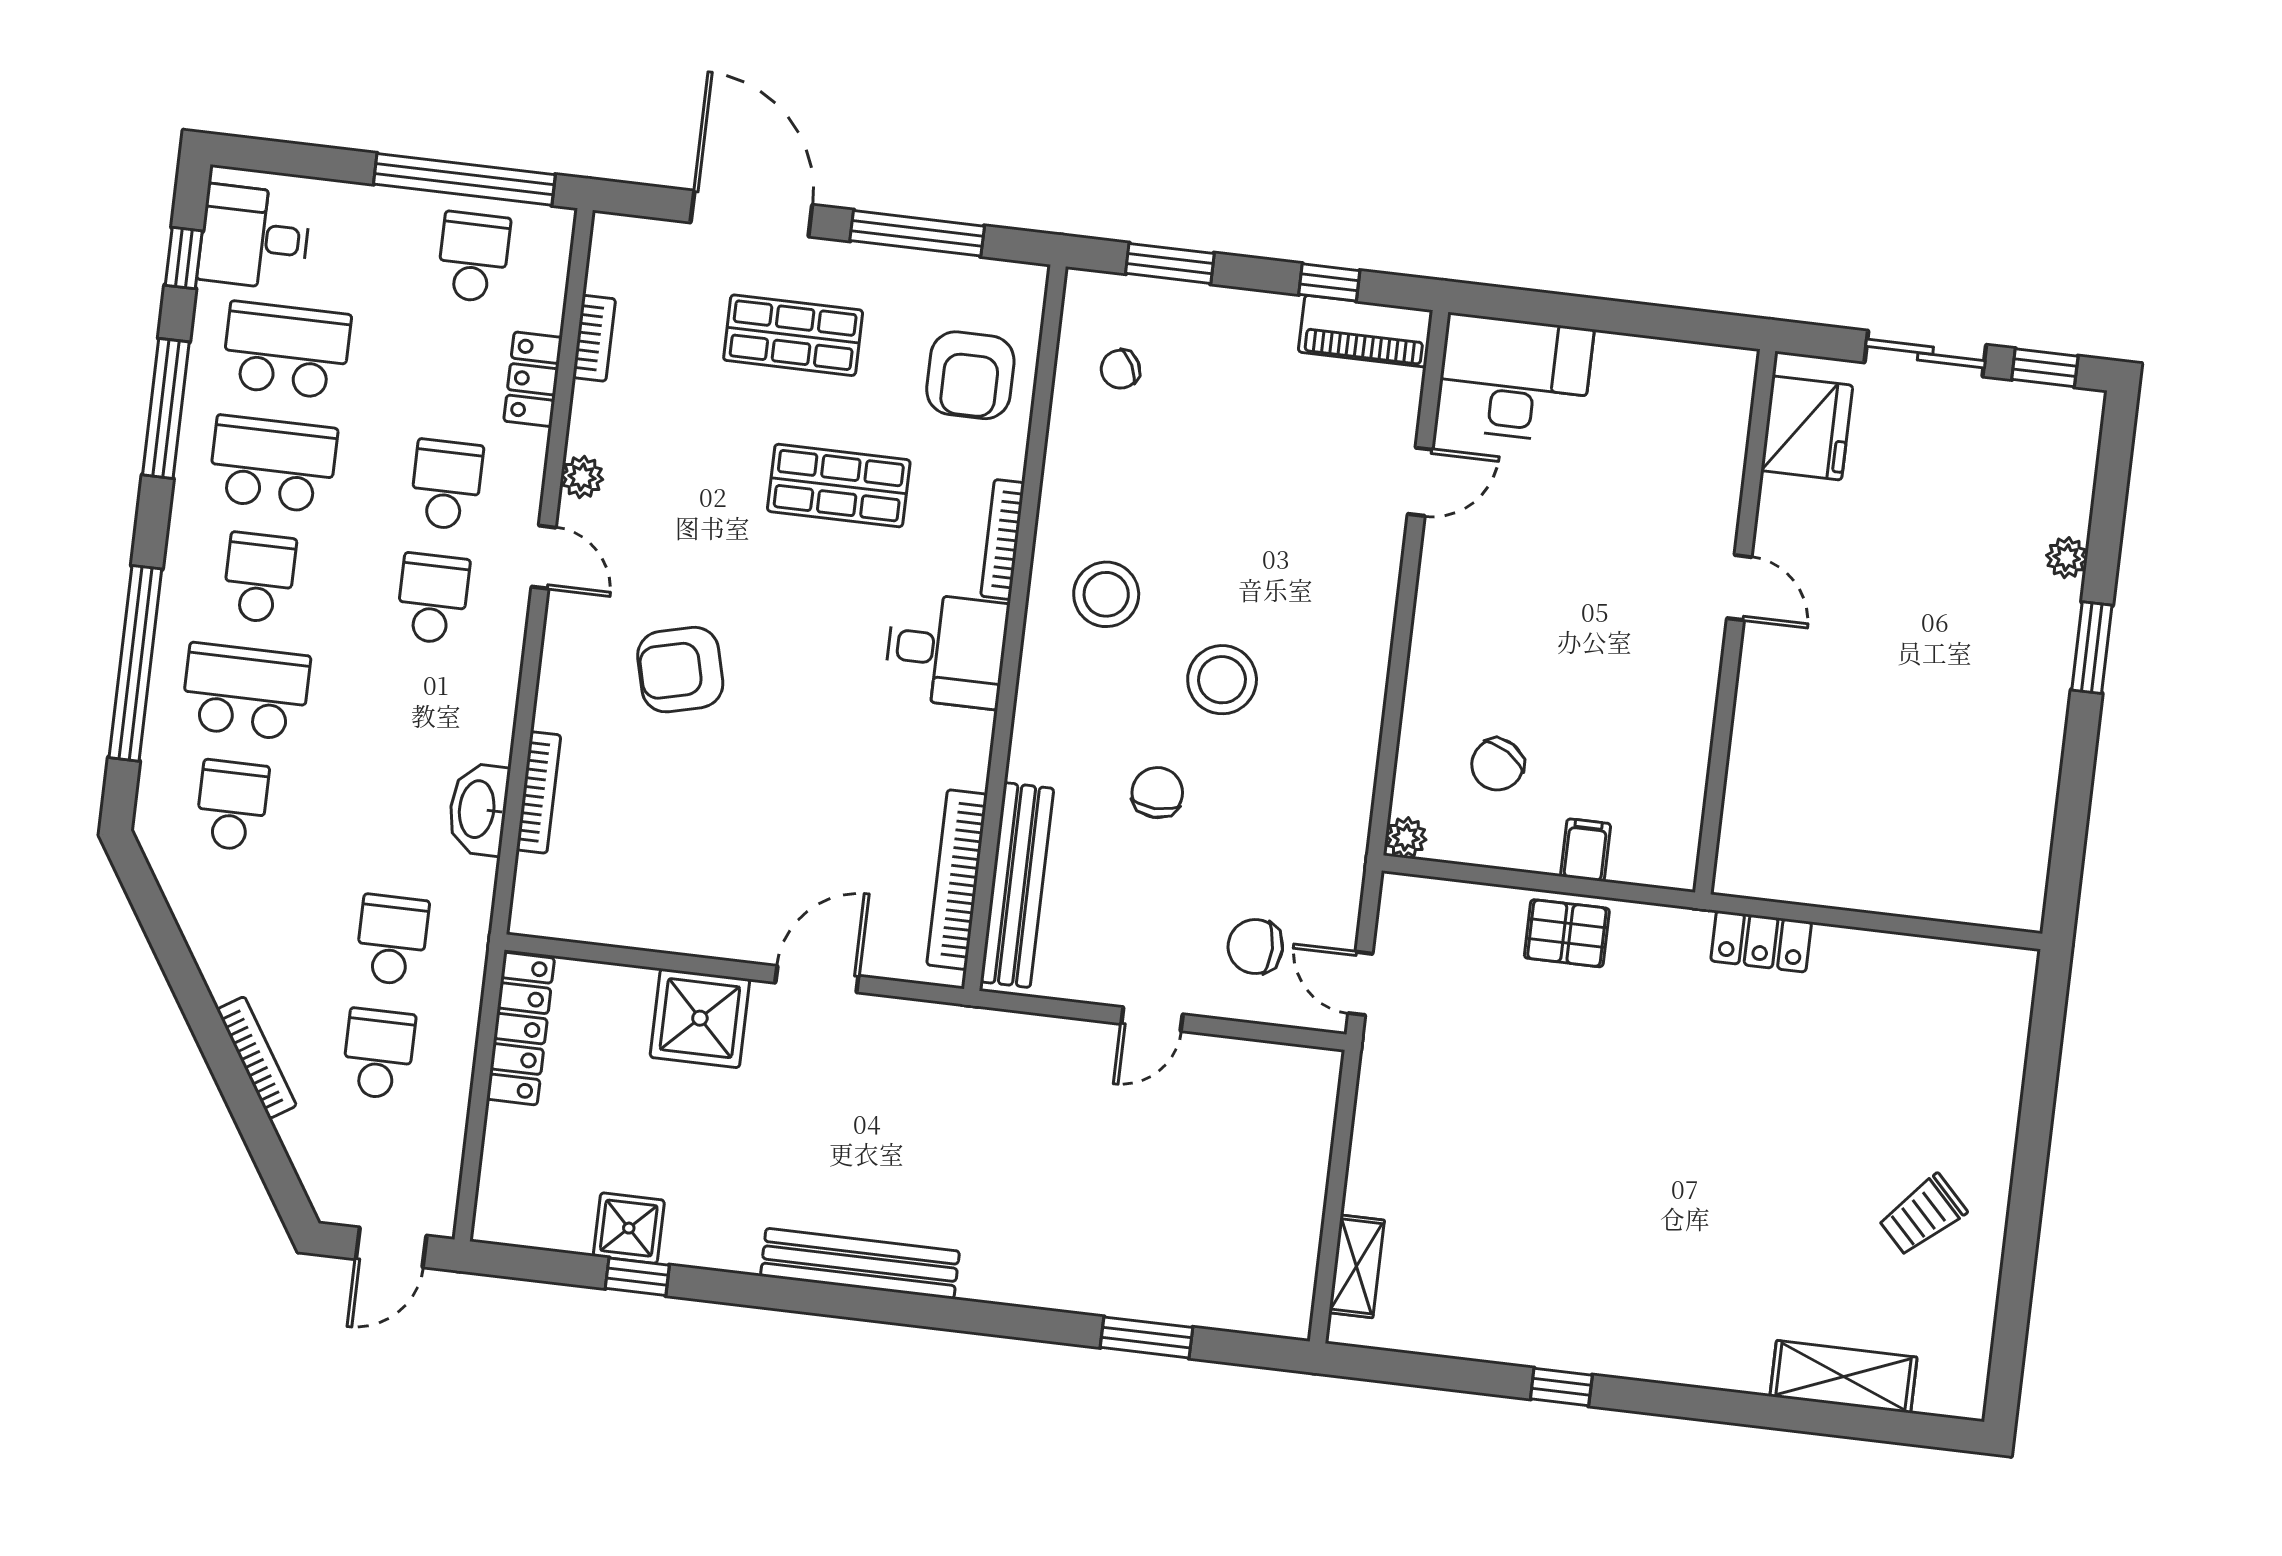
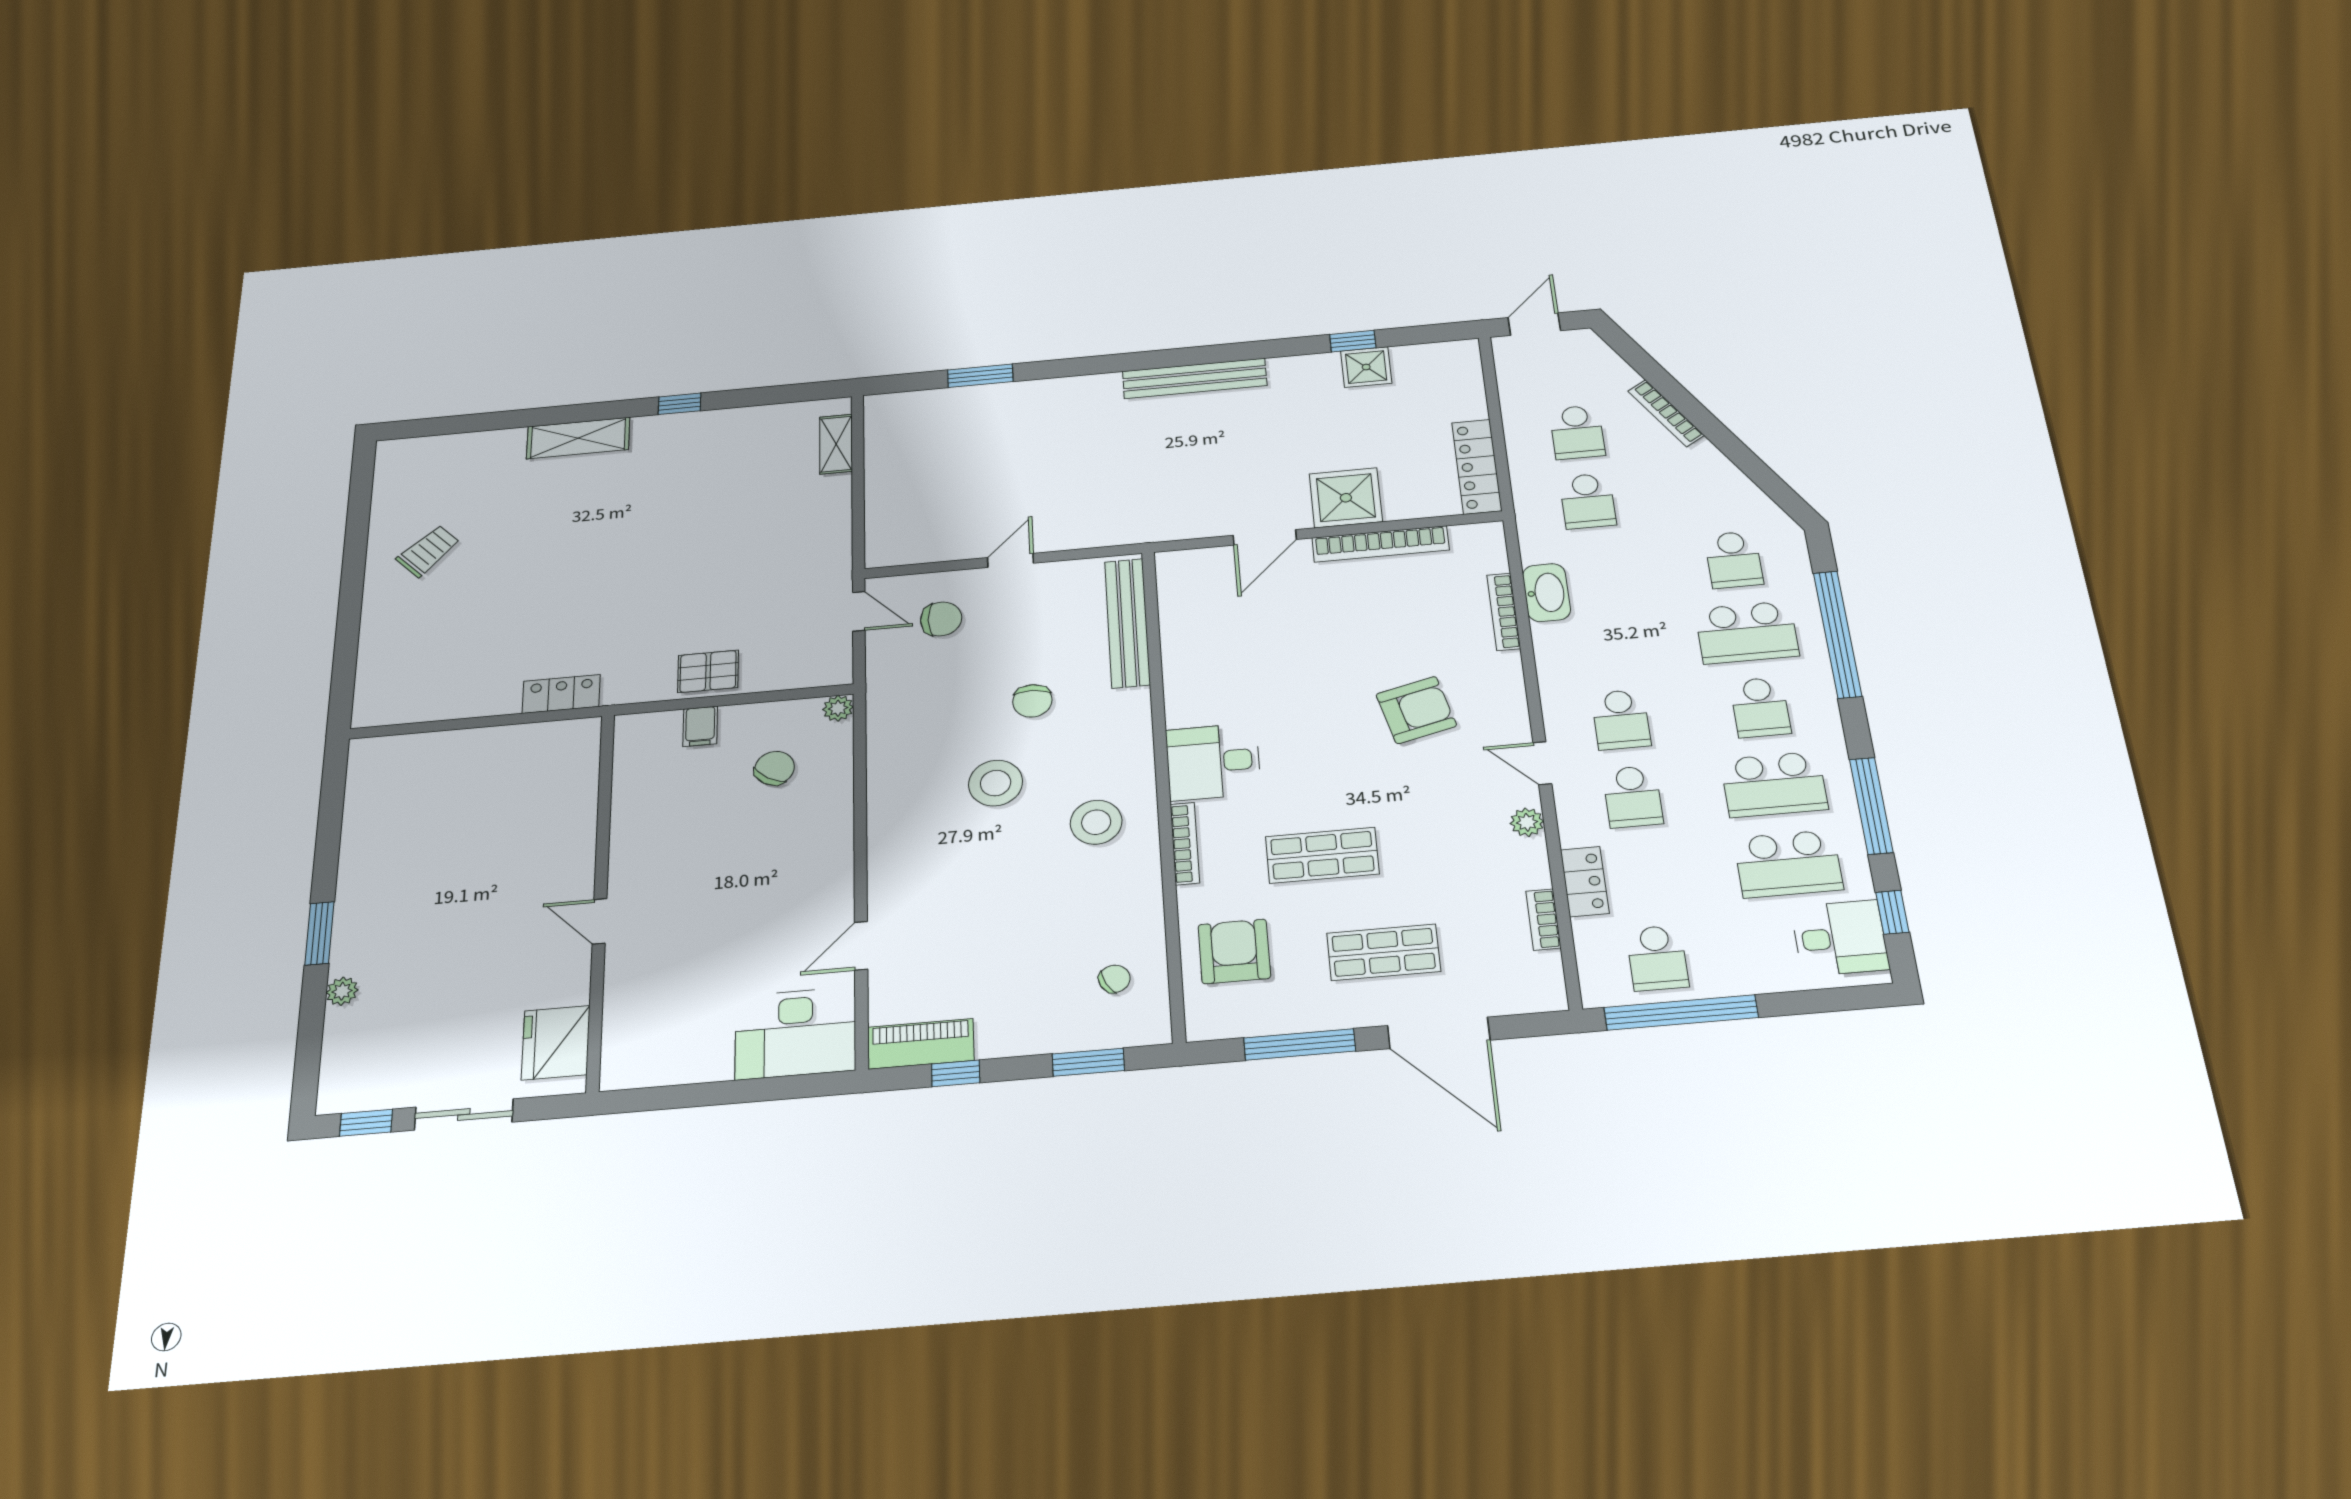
bookcase: (957, 880) -> (1380, 544), moved, turned 90
shelving: (1843, 1377) -> (578, 438), moved

